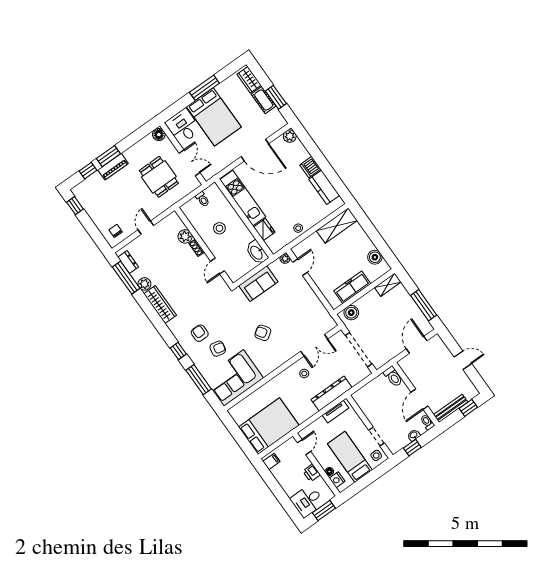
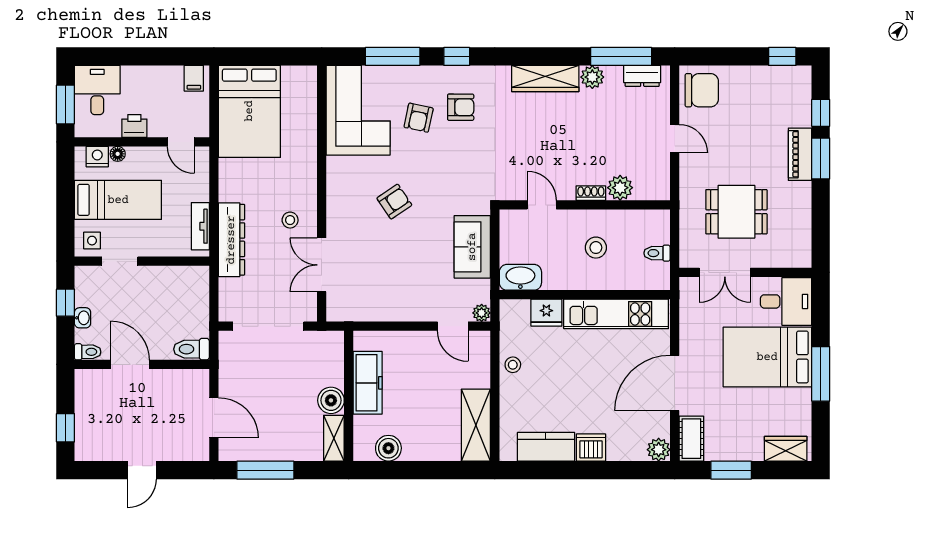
cot: (264, 100) -> (691, 439), moved, turned 90
floor lamp: (159, 135) -> (799, 256), removed
chair: (116, 231) -> (702, 90), width x1.87, depth x1.87
boiler: (351, 313) -> (331, 400), moved
bench: (451, 408) -> (83, 401), removed

